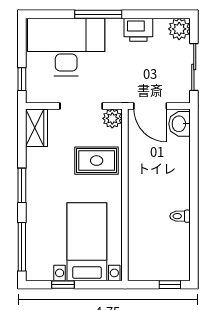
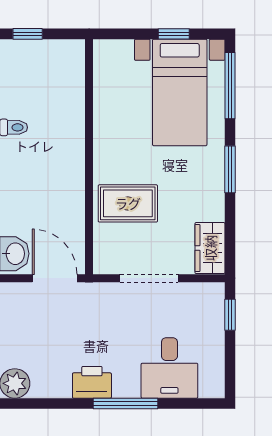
printer: (138, 30) -> (92, 382), moved
desk: (66, 47) -> (169, 368), width x0.53, depth x0.77
plant: (112, 118) -> (106, 261), removed
bed with nightstands: (87, 242) -> (180, 92), moved

